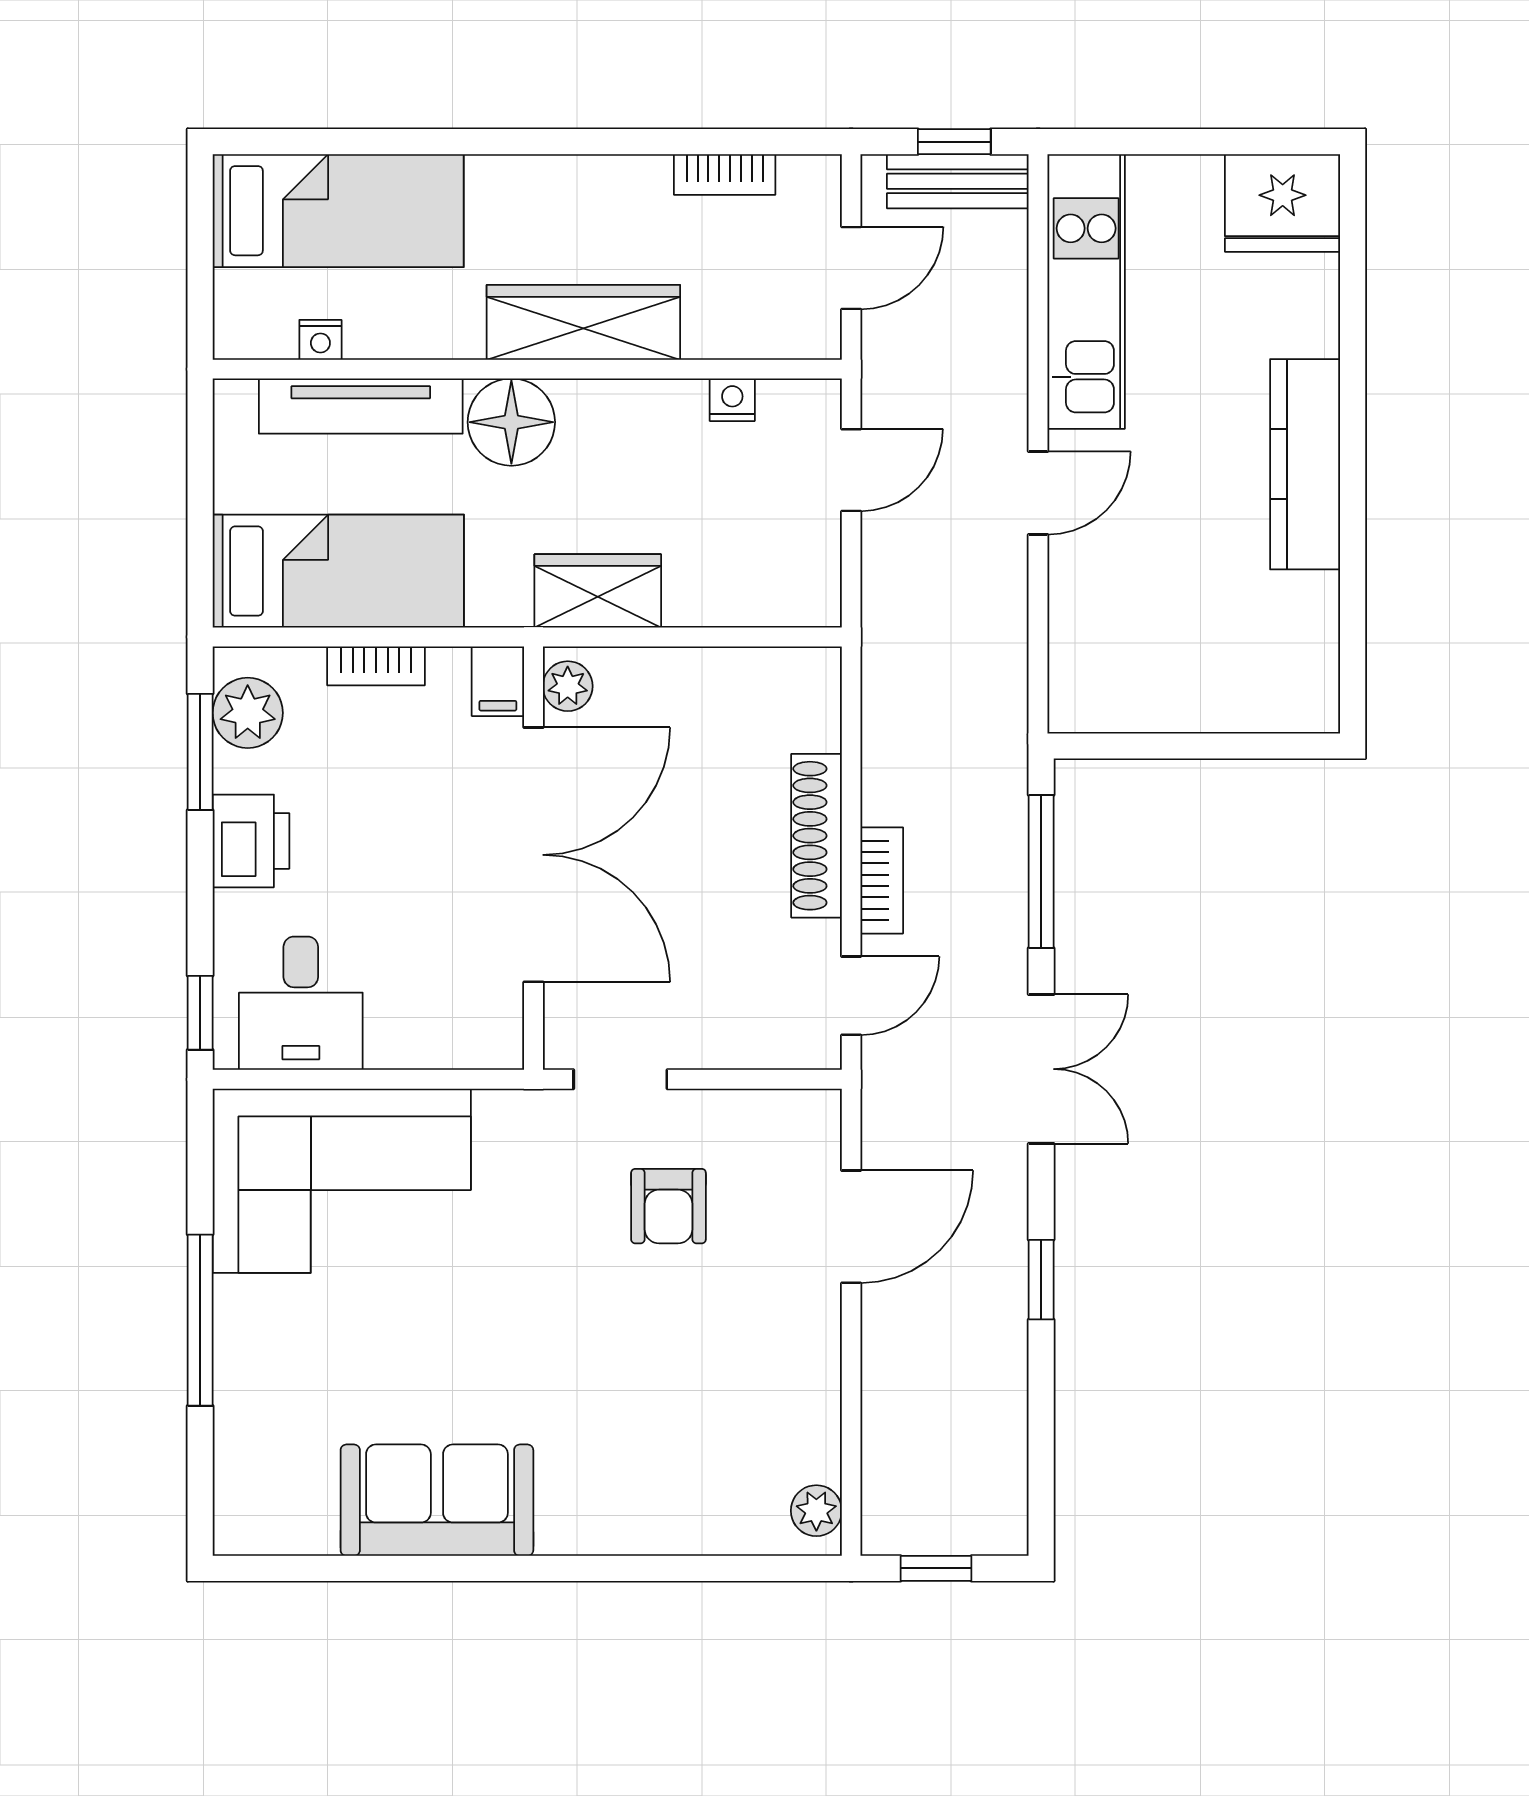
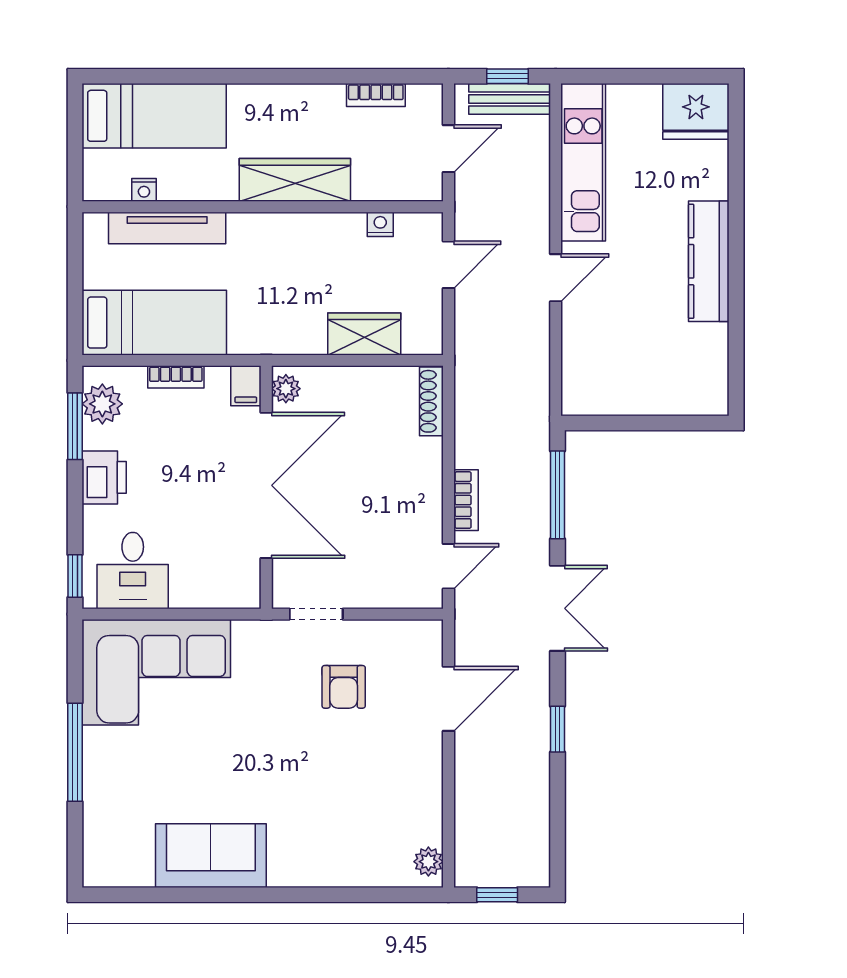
floor lamp: (511, 422) -> (254, 237), removed
wardrobe: (598, 591) -> (364, 334), moved
shoe rack: (816, 836) -> (431, 401), moved, width x0.74, depth x0.81

